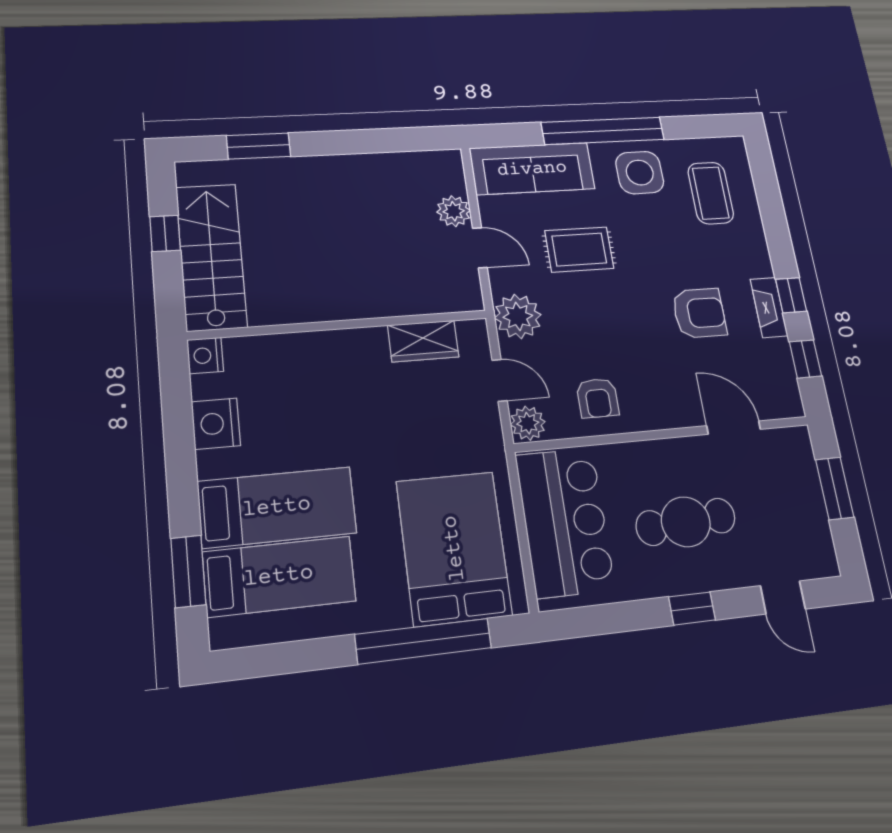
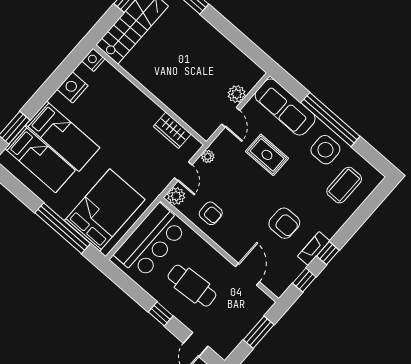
plant: (518, 316) -> (208, 156), width x0.53, depth x0.53
armchair: (598, 398) -> (211, 213), turned -90

